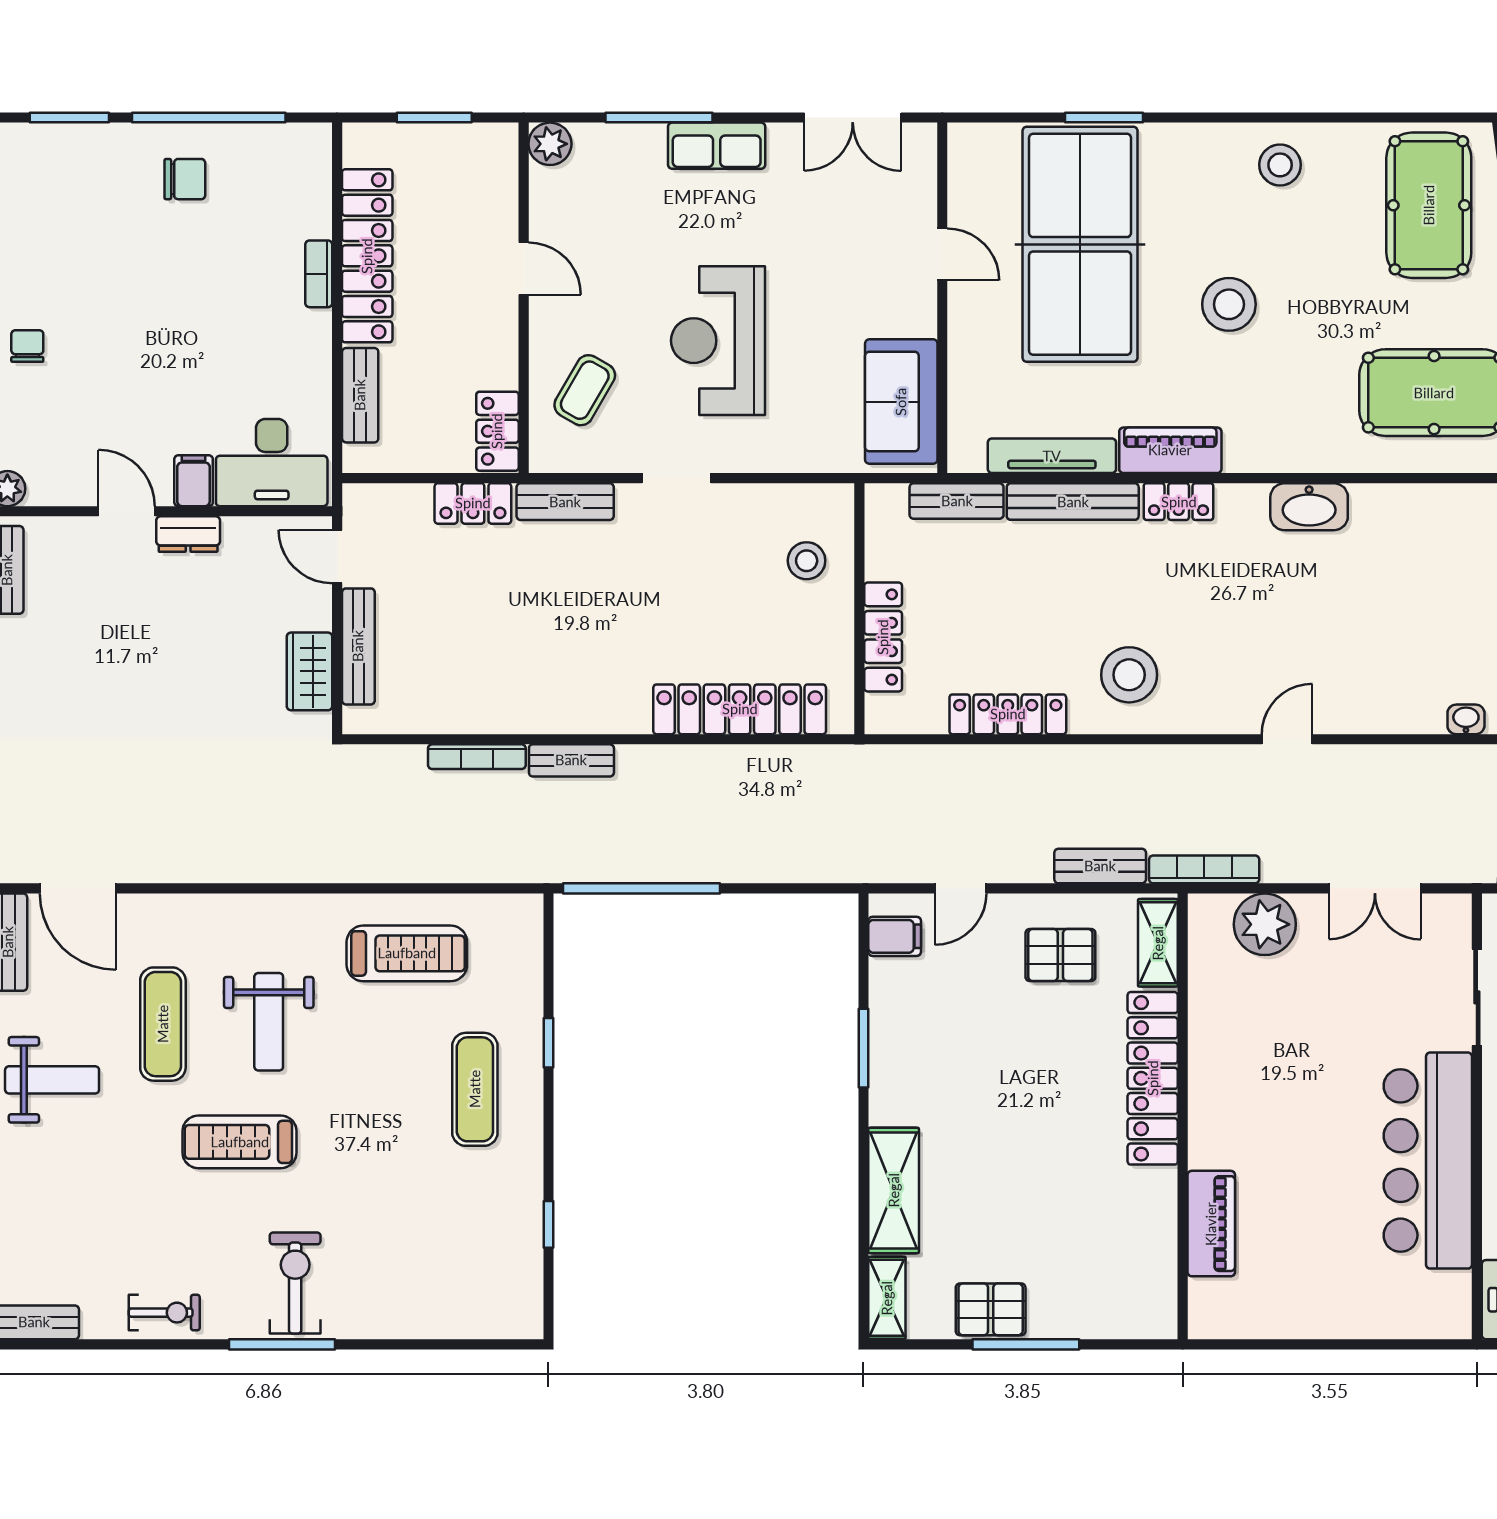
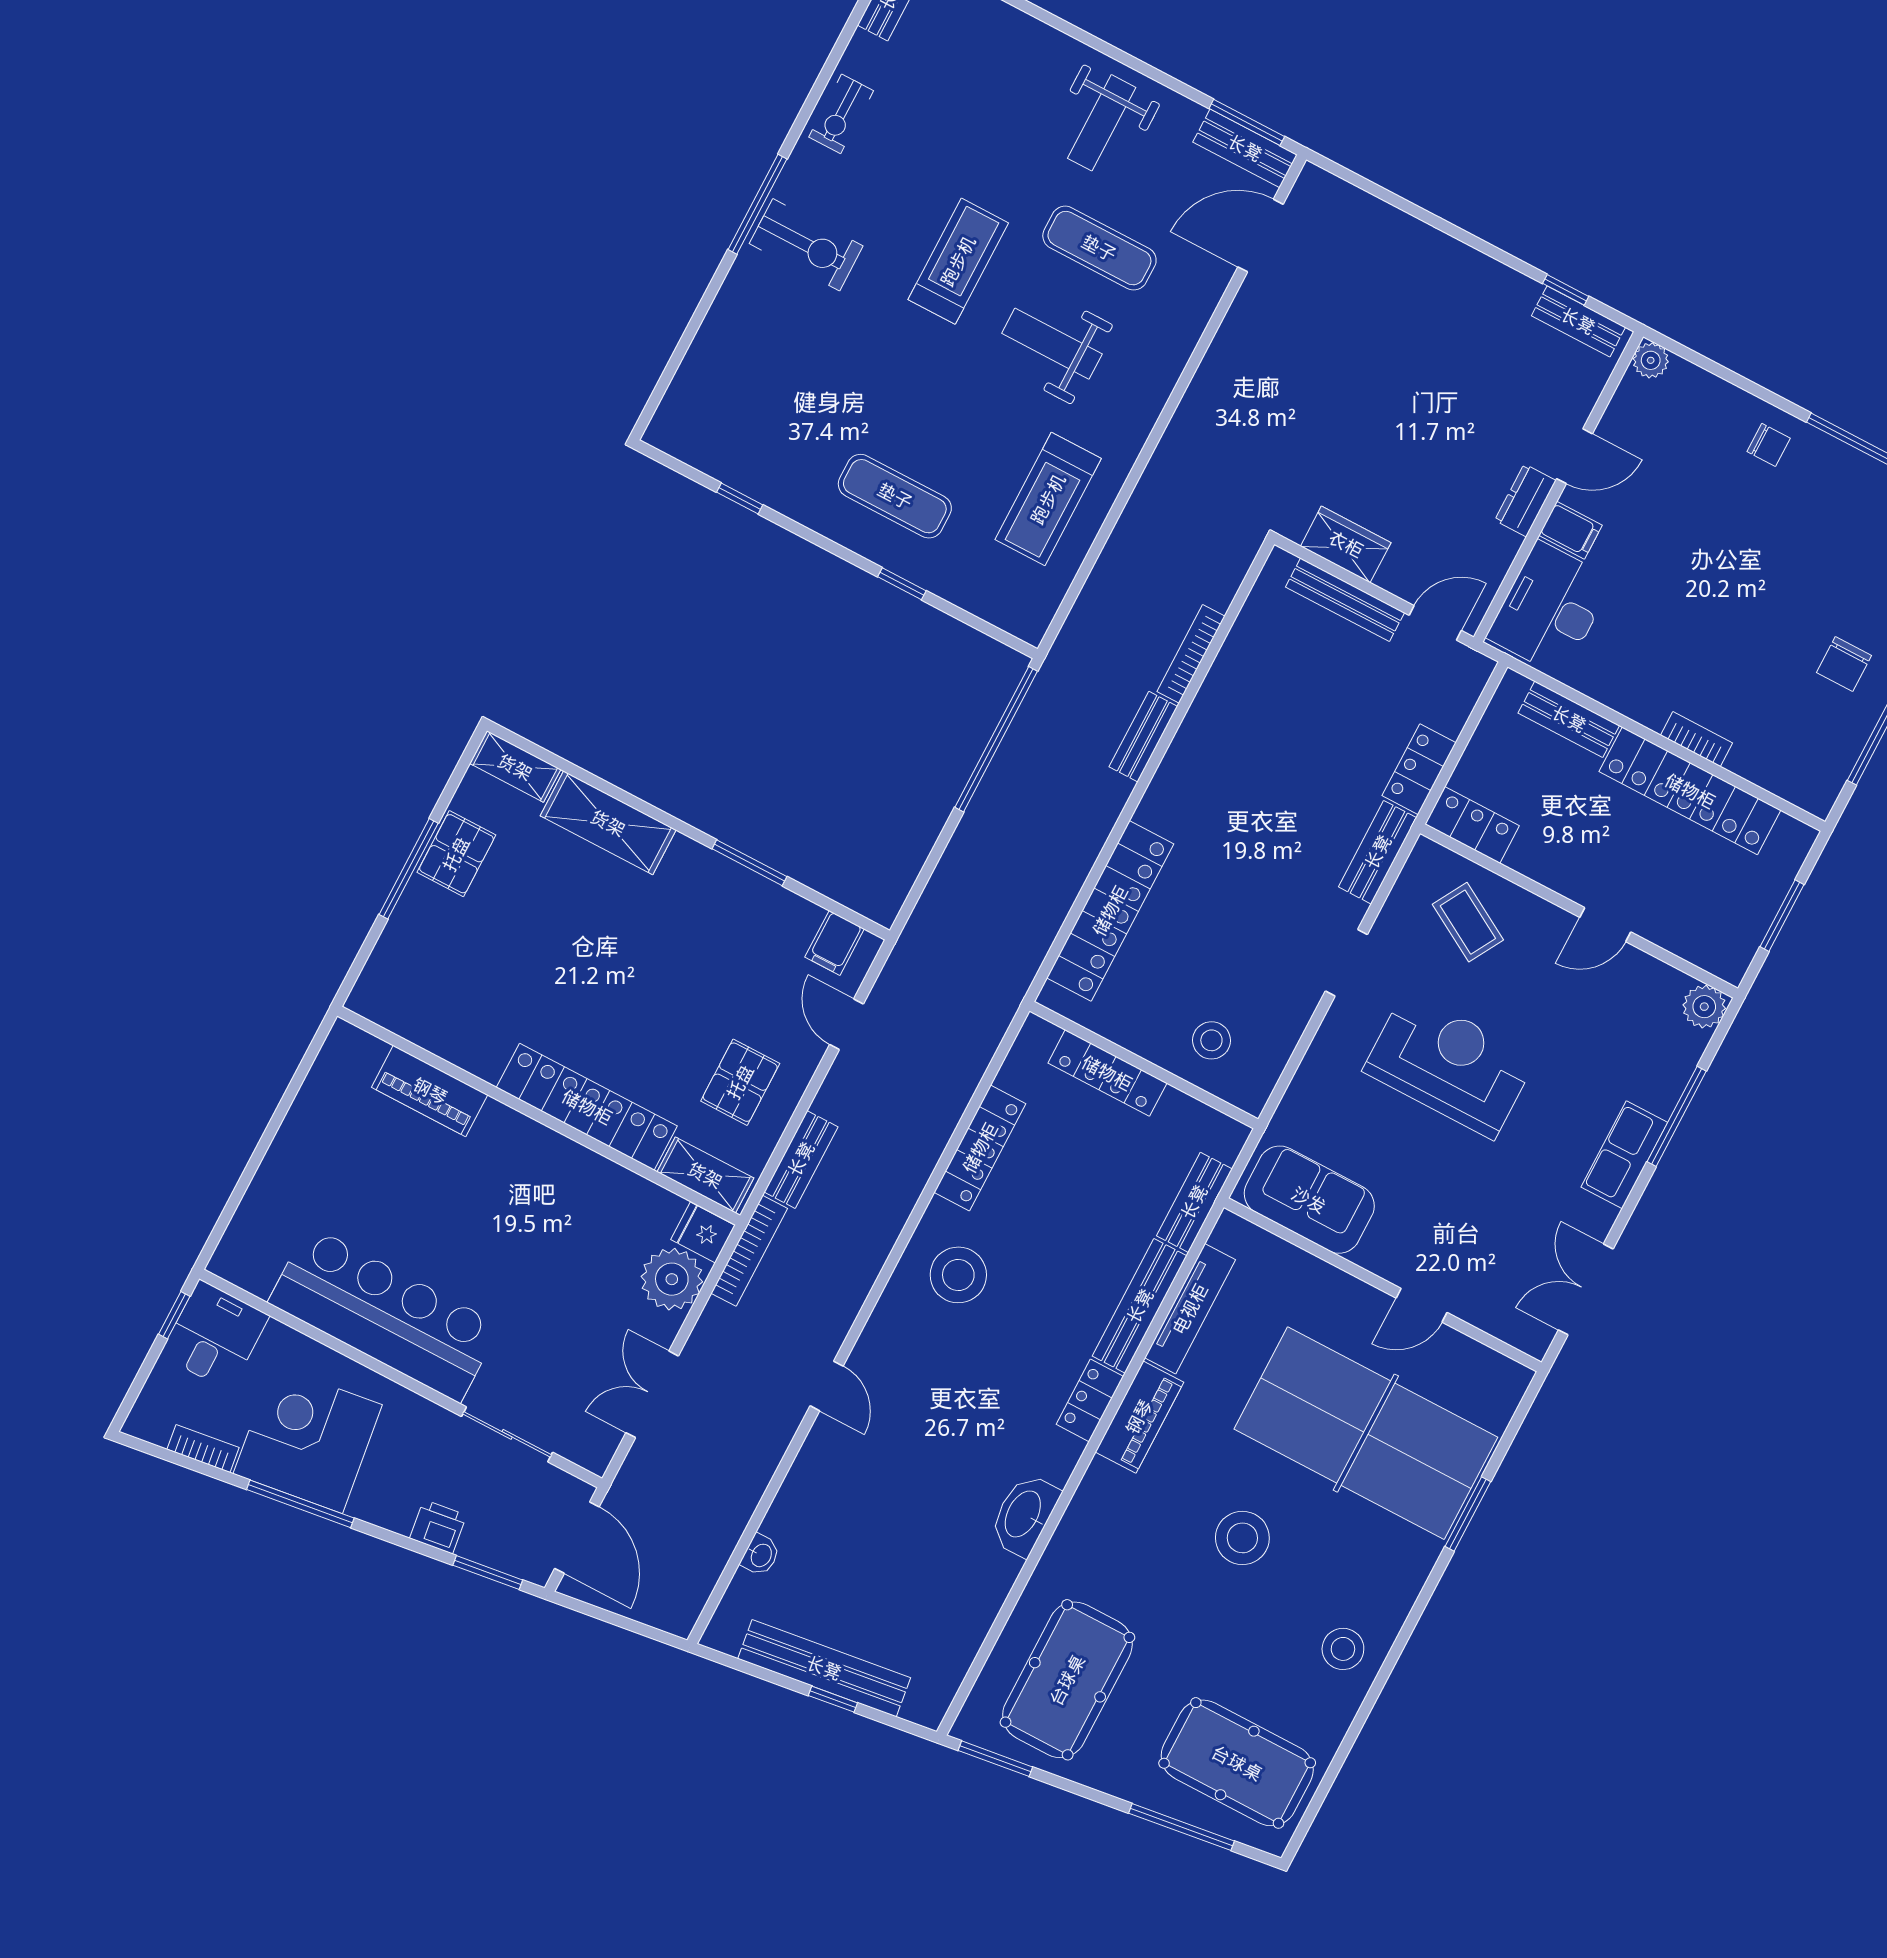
fridge: (1210, 918) -> (703, 1233), added

